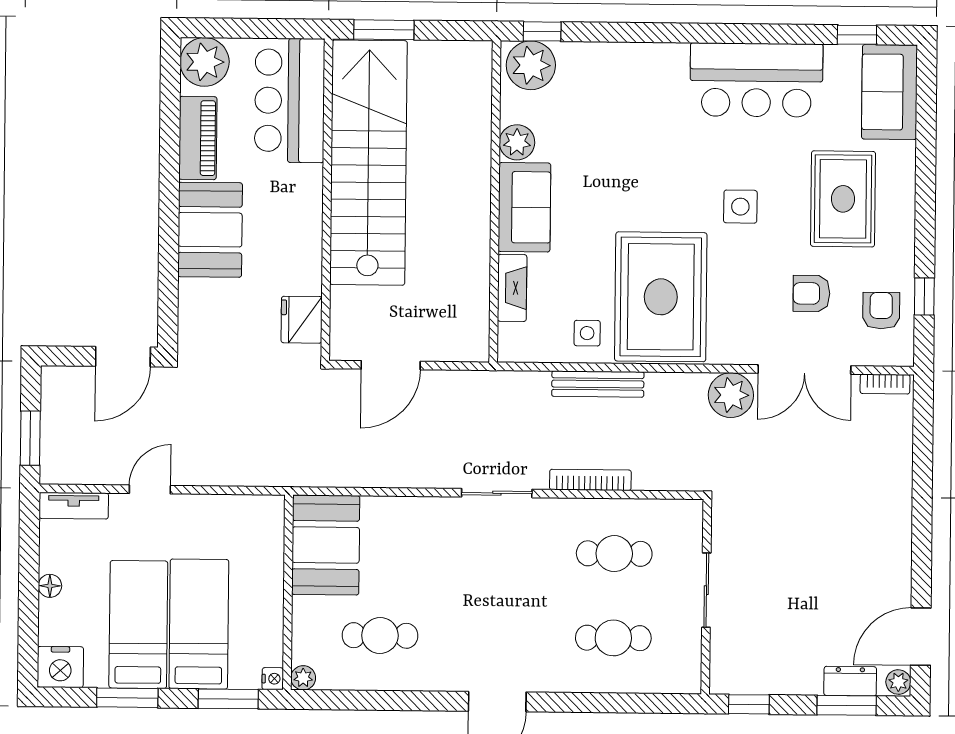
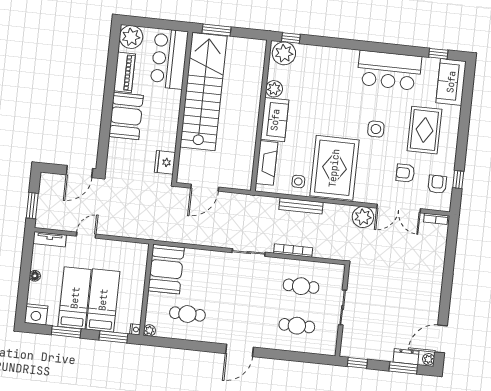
fireplace: (512, 288) -> (267, 163), width x1.37, depth x1.32

